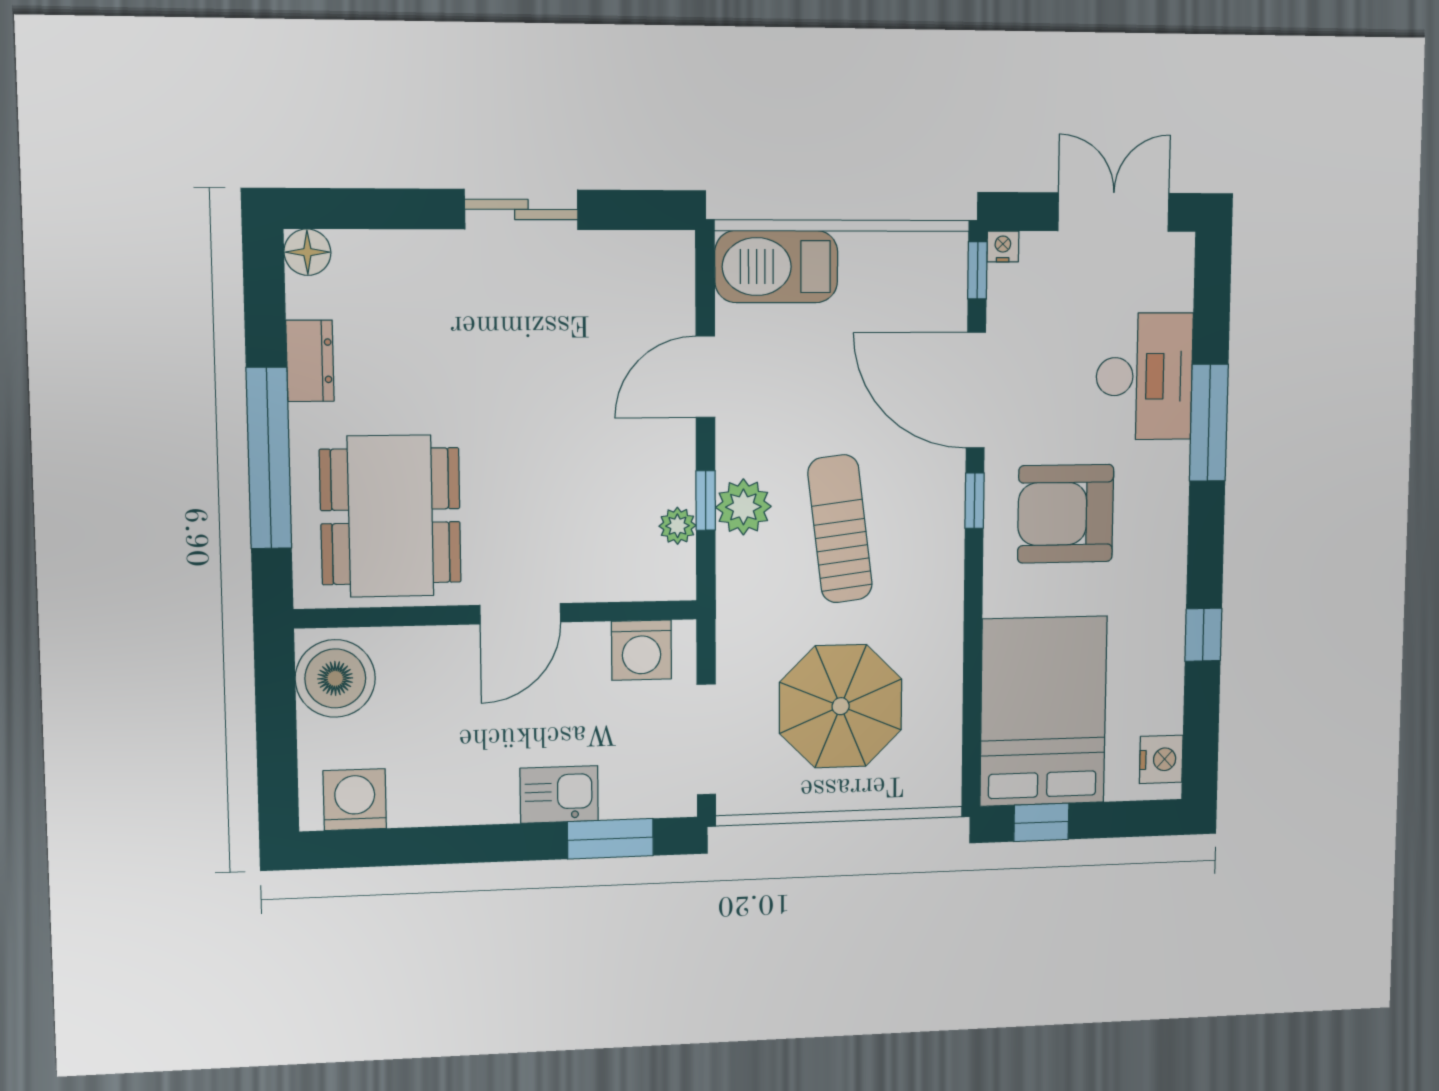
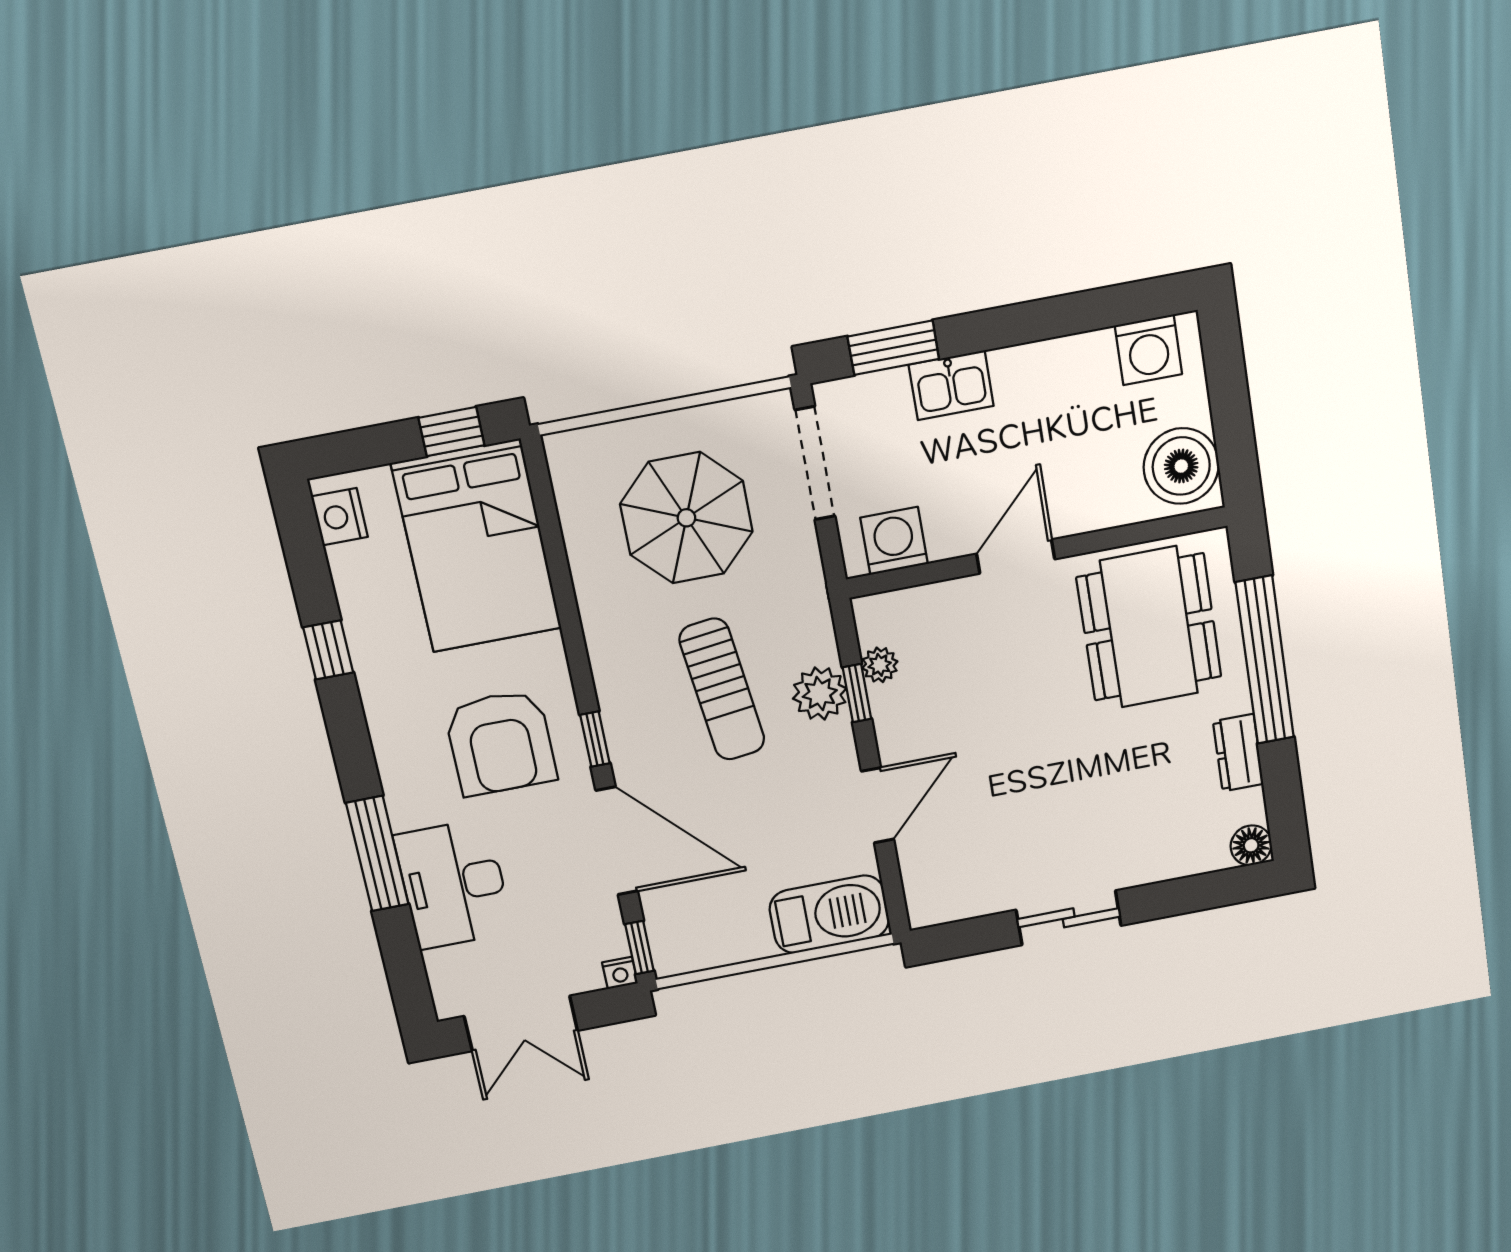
armchair: (1066, 514) -> (501, 743), turned 90

